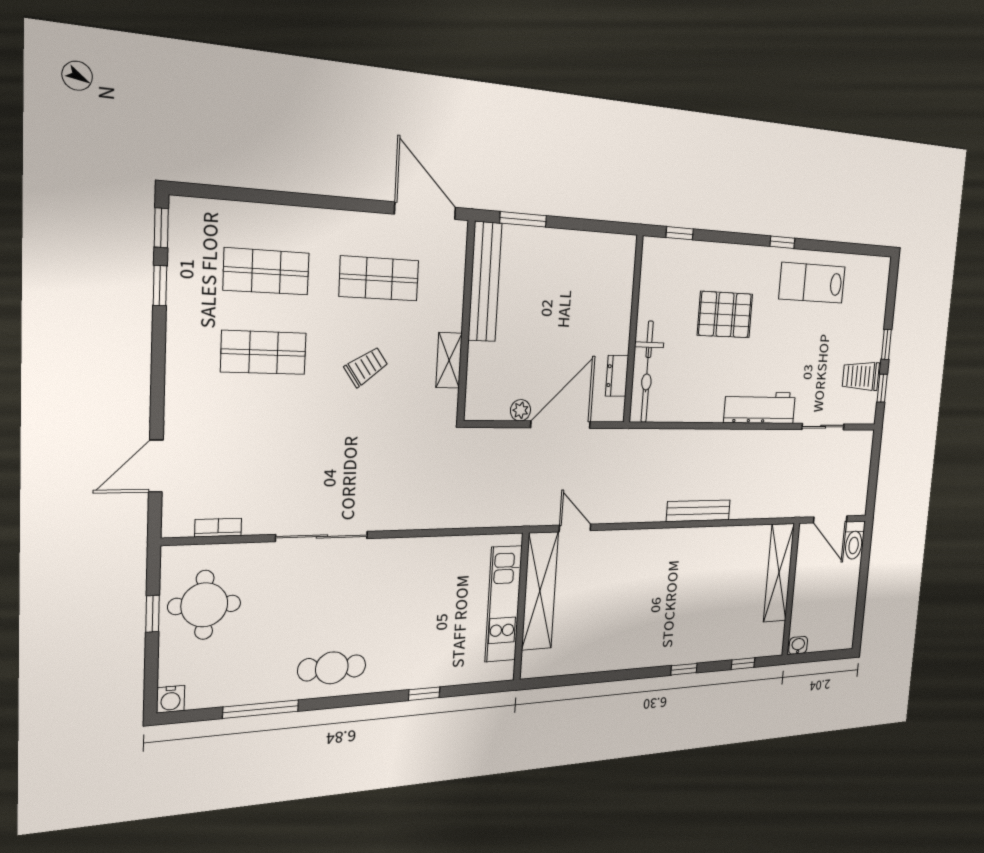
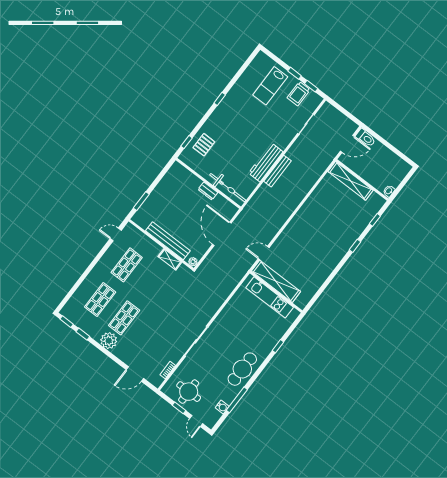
door: (425, 211) -> (116, 234), width x0.53
bench: (485, 282) -> (168, 241), moved
lab bench: (812, 283) -> (270, 86), moved
pallet: (725, 315) -> (204, 145), moved, width x0.67, depth x0.71
plant: (188, 355) -> (109, 341), added
trolley: (366, 367) -> (152, 289), removed
dresser: (617, 376) -> (208, 191), moved
workbench: (760, 408) -> (266, 162), moved
plant: (520, 410) -> (193, 262), moved
door: (156, 466) -> (135, 374), hinge flipped
bench: (698, 511) -> (277, 171), moved
cafe table: (332, 668) -> (242, 369), width x1.37, depth x1.35
door: (151, 670) -> (196, 421), added
water cooler: (171, 699) -> (222, 407), moved

